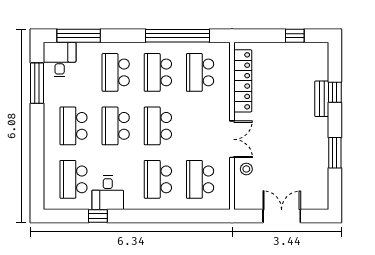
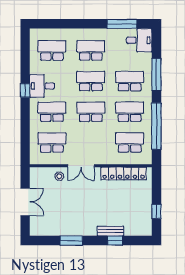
window: (79, 36) -> (156, 74), moved
desk: (108, 193) -> (42, 86), moved
window: (98, 216) -> (25, 90), moved

